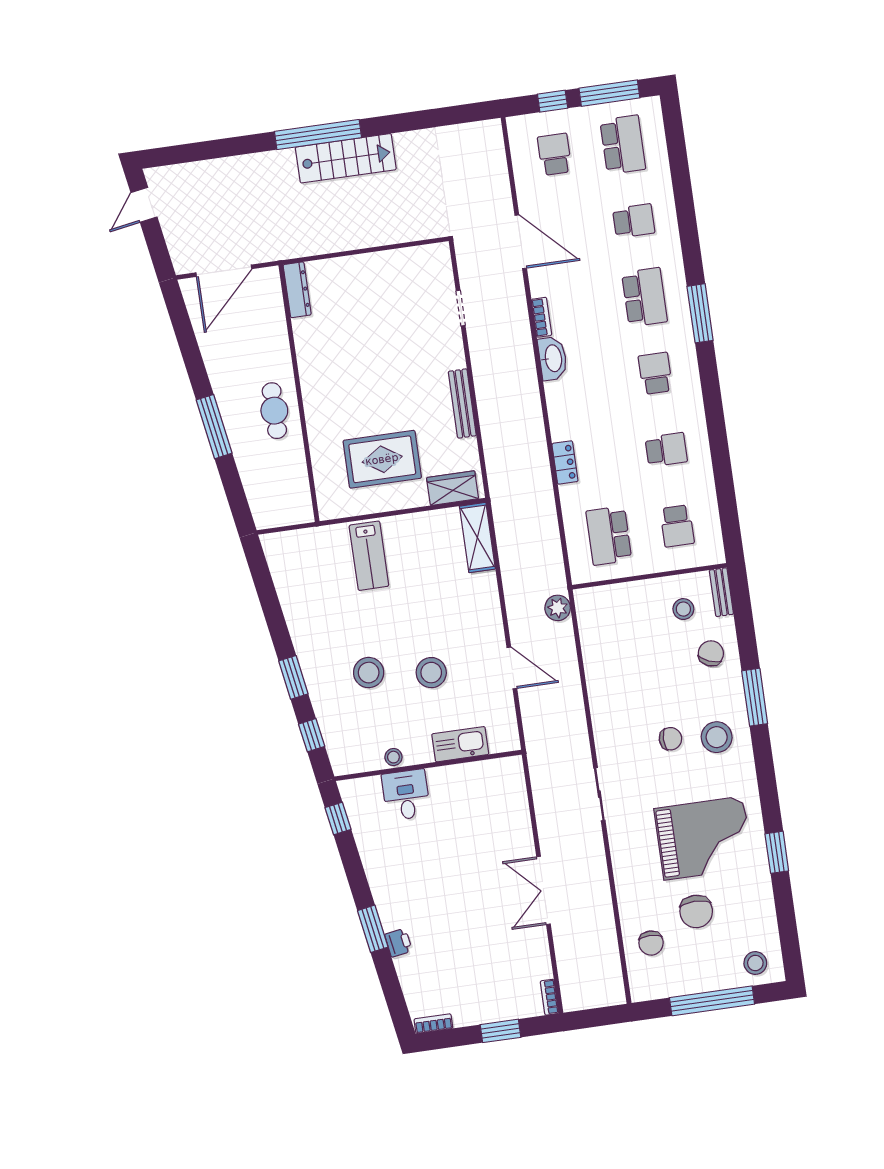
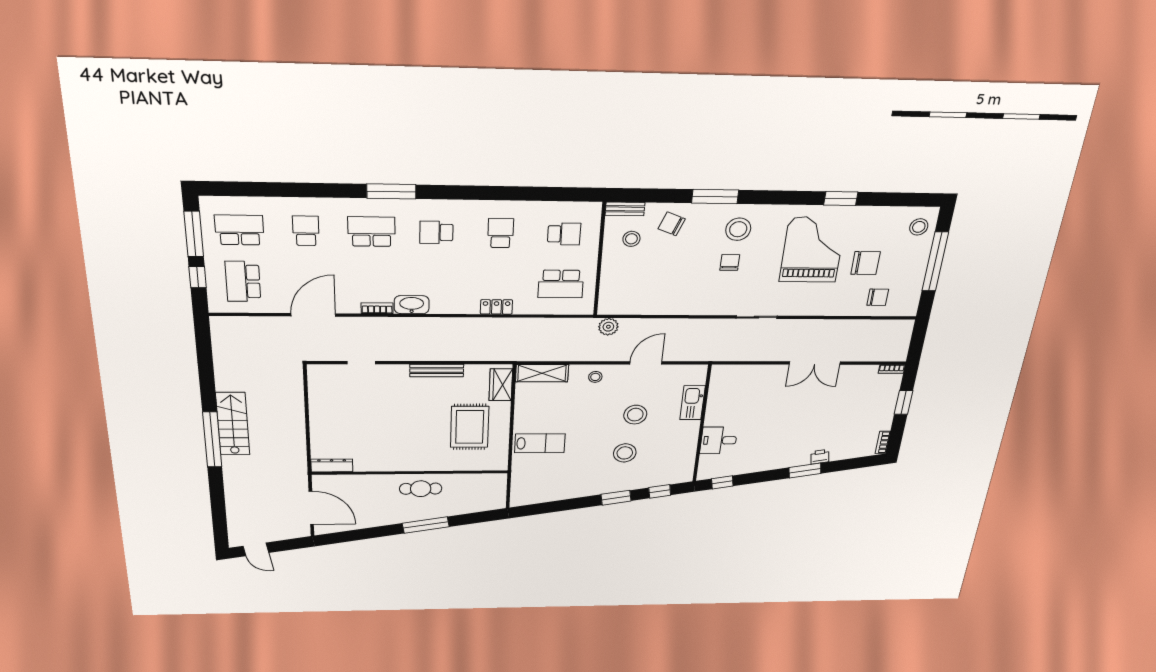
school desk: (555, 154) -> (243, 281), width x1.85
stool: (393, 757) -> (595, 377), moved

